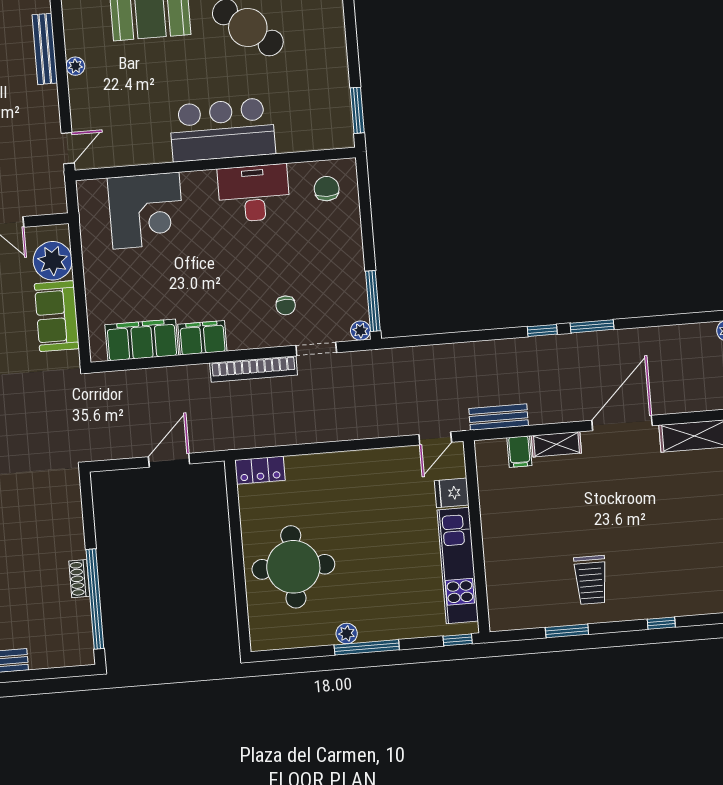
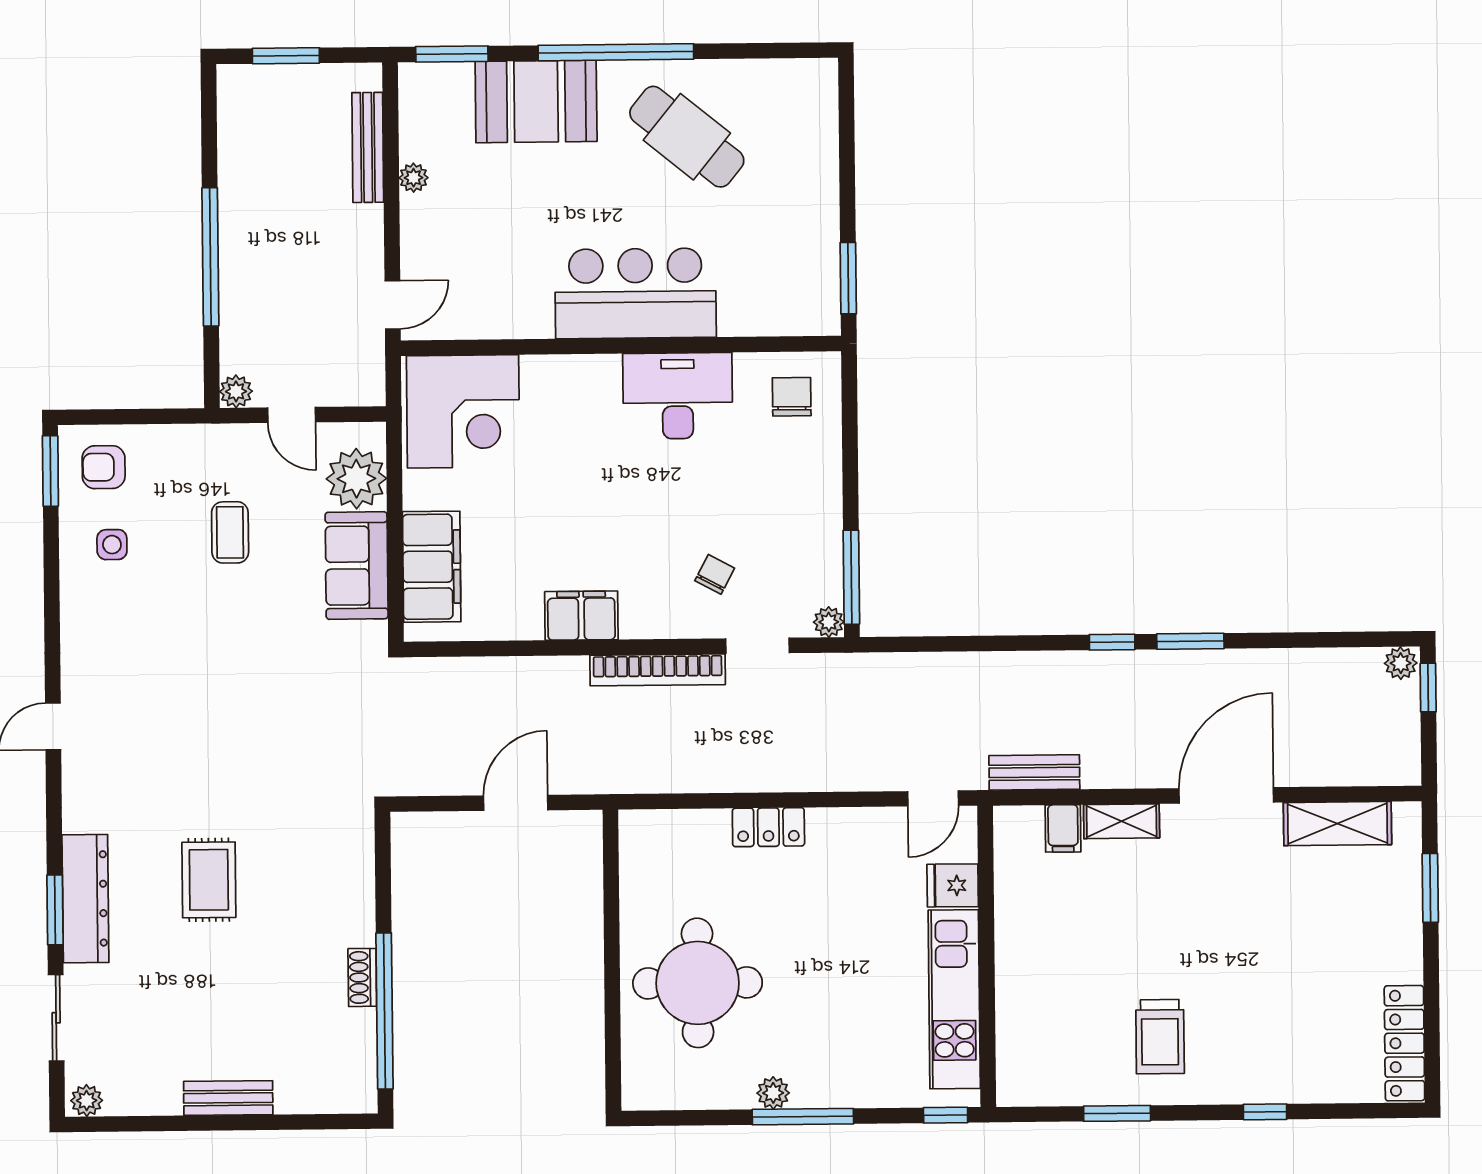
corner desk: (146, 211) -> (463, 411), moved
chair: (286, 305) -> (715, 574), turned -152
filing cabinet: (142, 340) -> (432, 567), moved, turned 90
locker: (260, 470) -> (768, 827), moved

